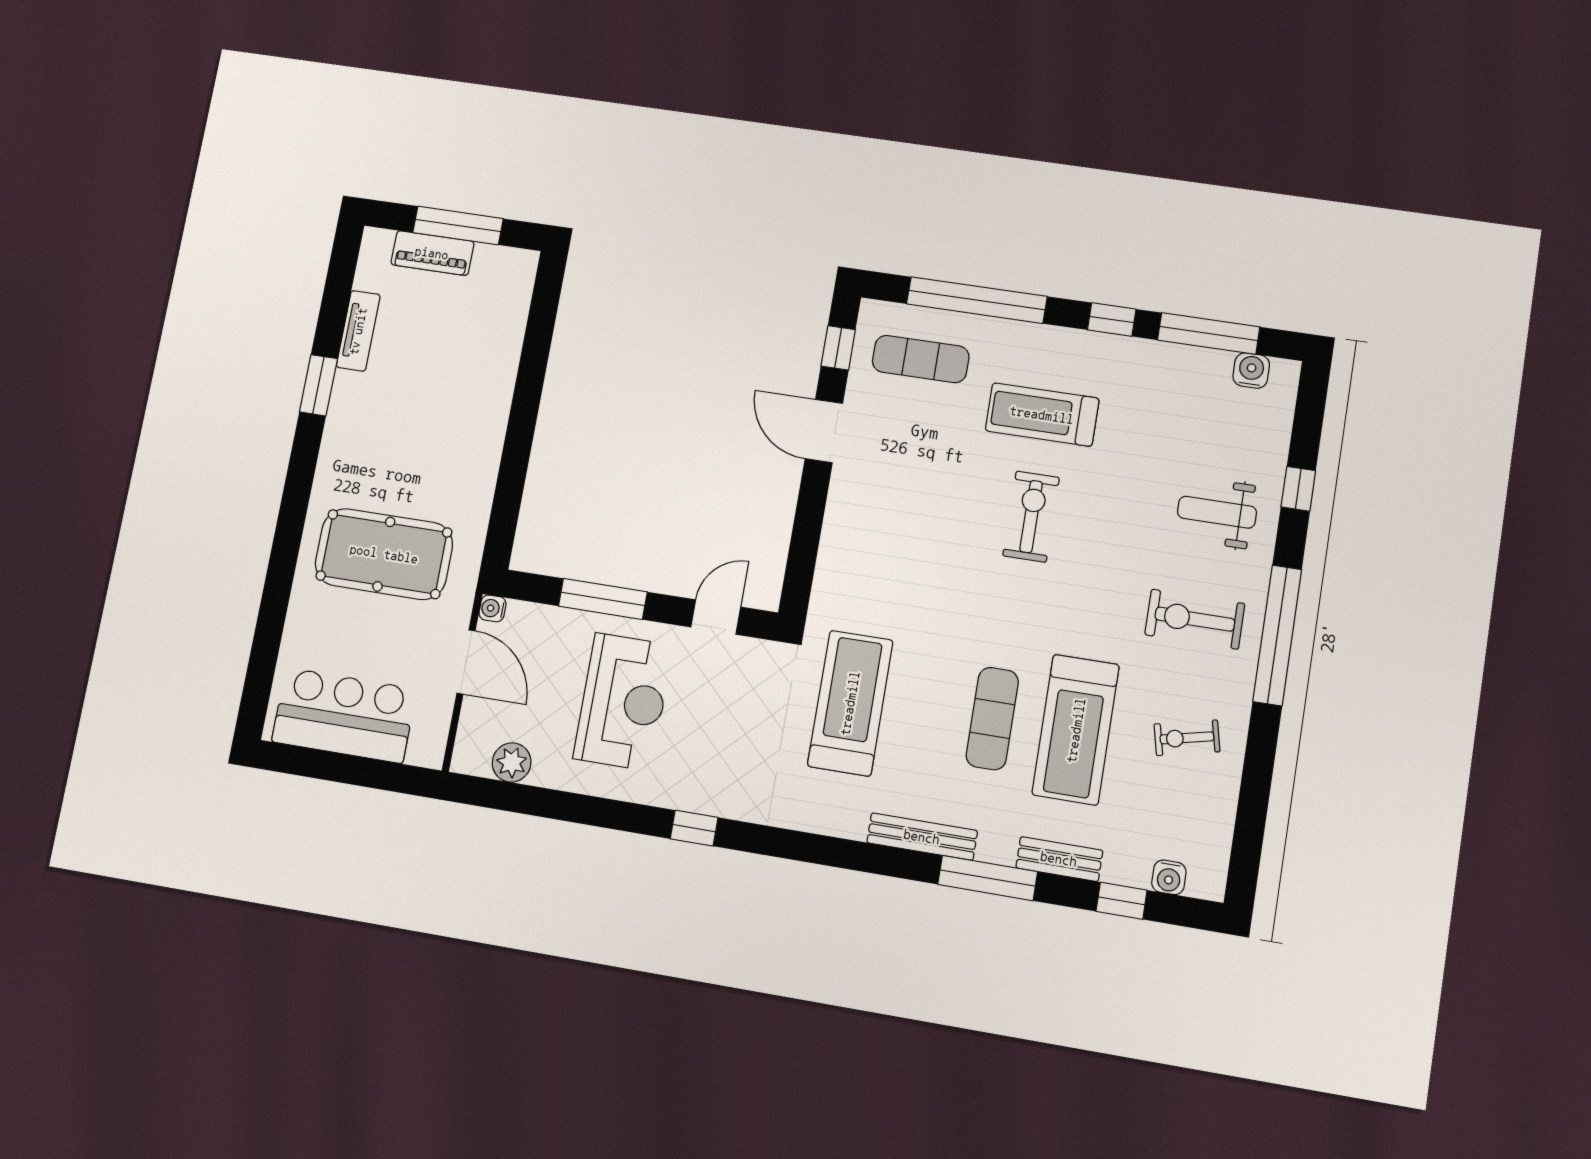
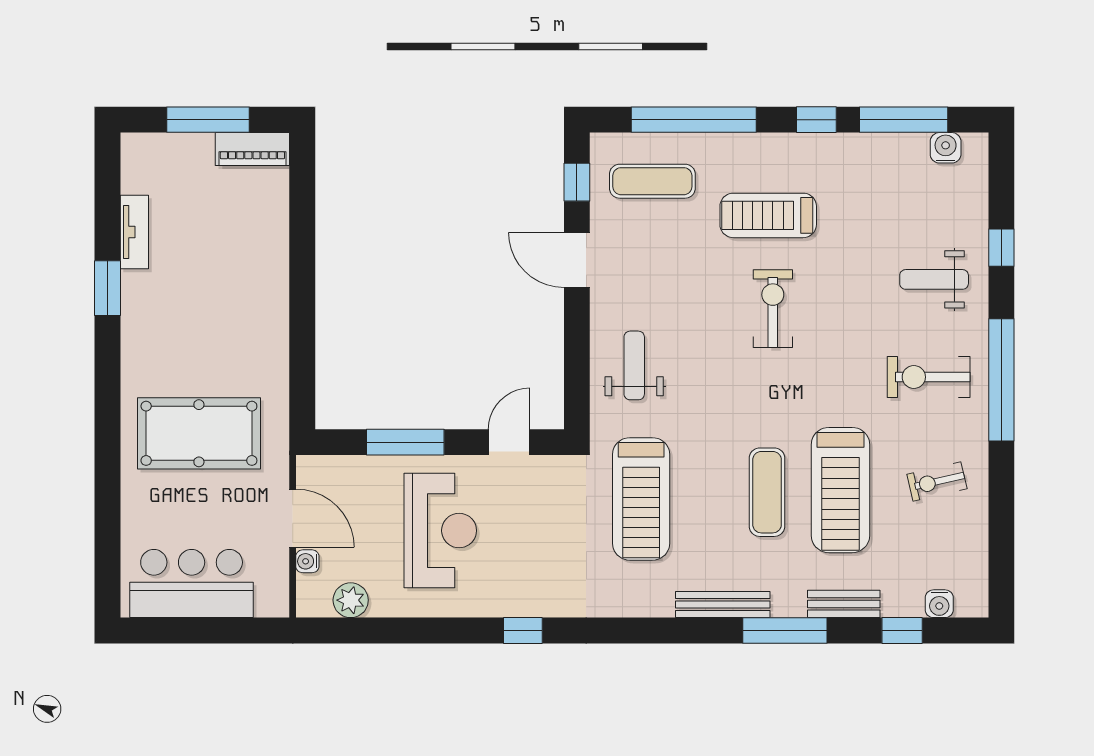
piano: (432, 253) -> (252, 149), moved
weight bench: (867, 555) -> (634, 365), added
water cooler: (492, 608) -> (307, 561), moved
treadmill: (850, 703) -> (641, 499), turned 180

